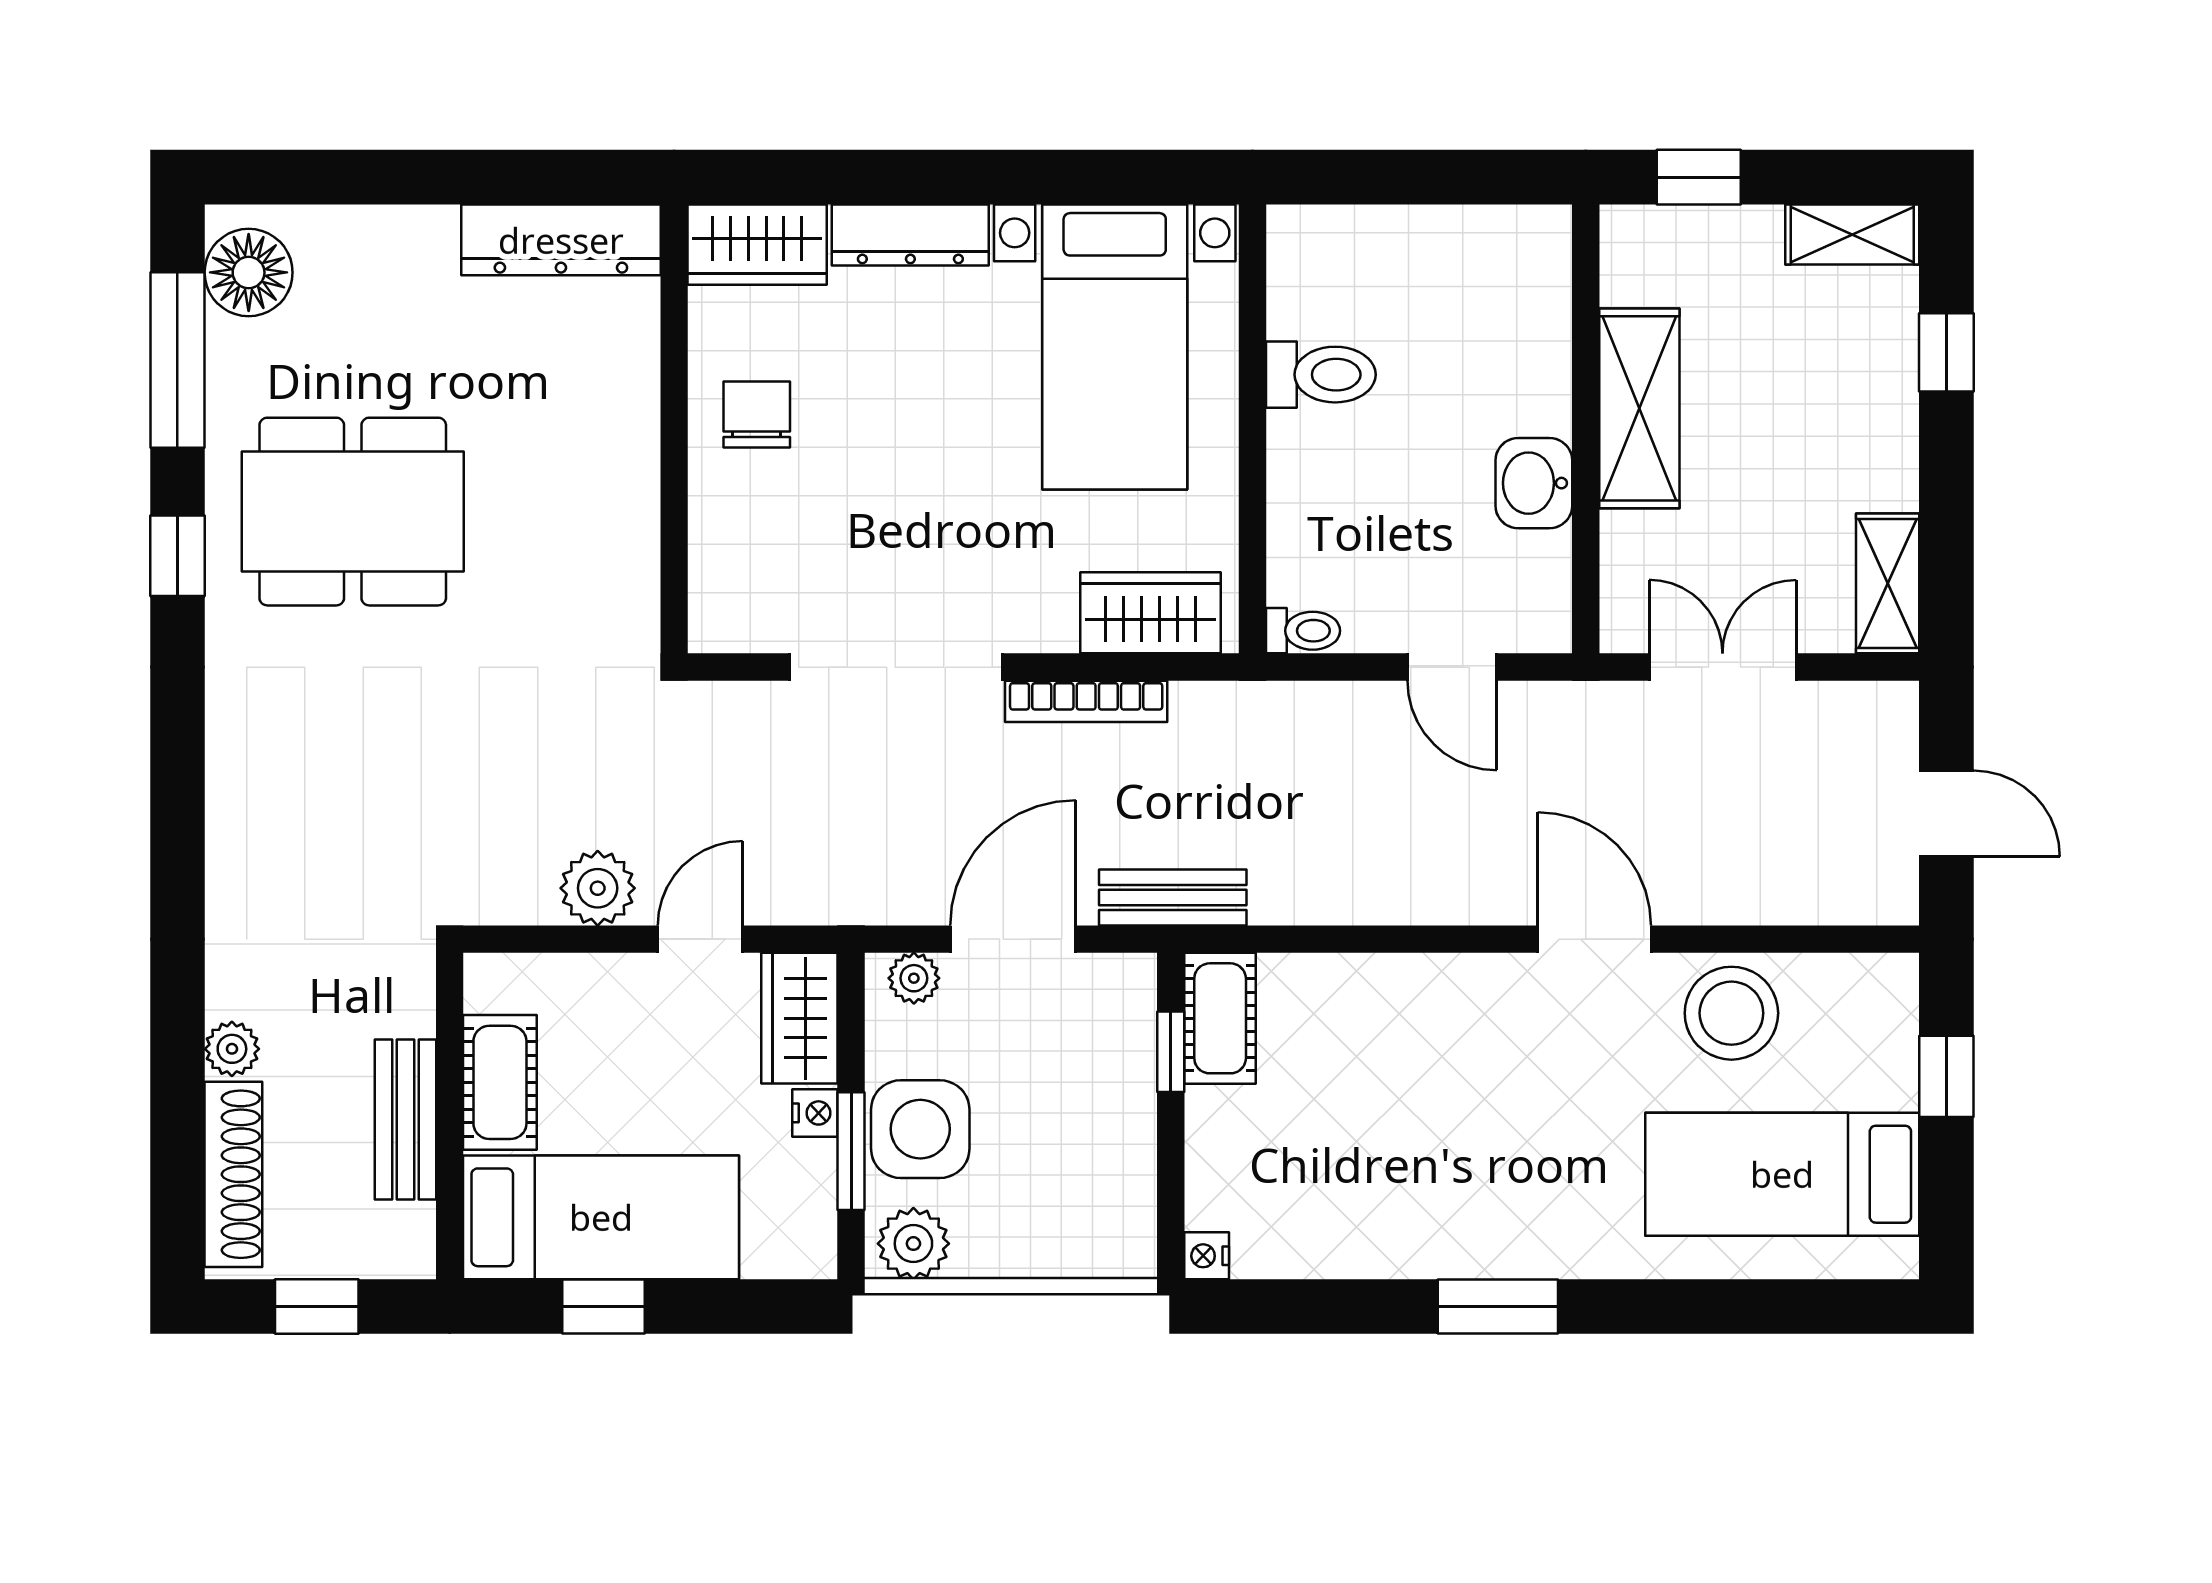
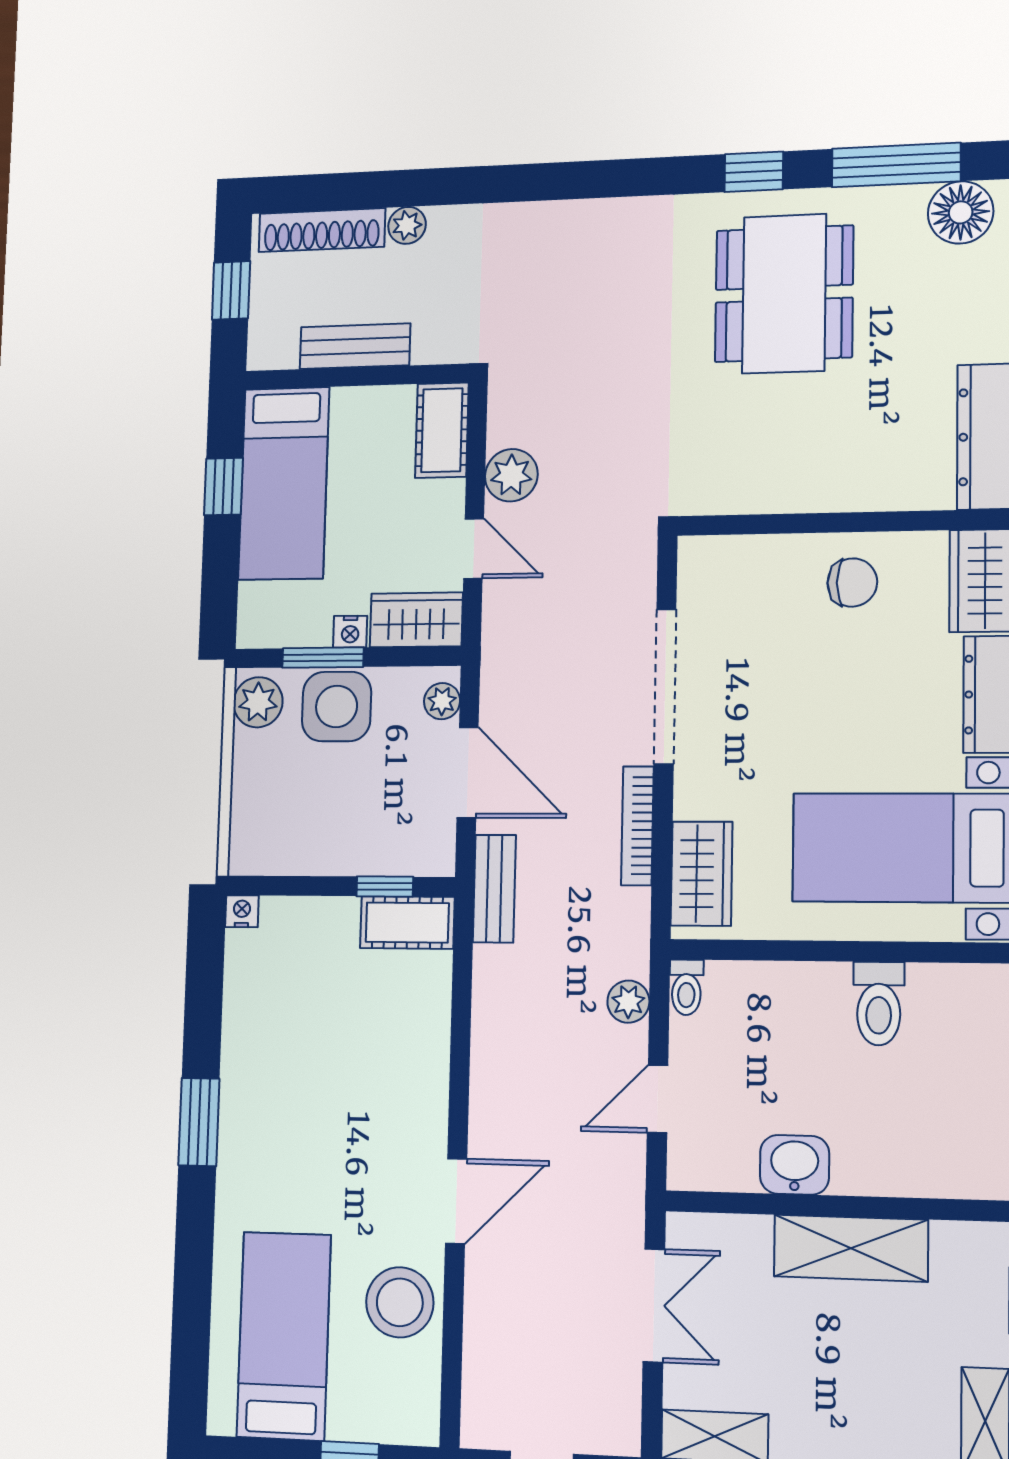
plant: (1323, 709) -> (628, 1002), added
cot: (500, 1082) -> (442, 430), moved, turned 90

